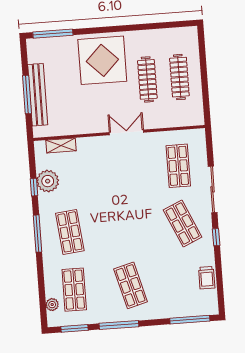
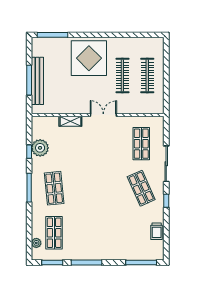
shelving: (61, 145) -> (70, 121), moved
shop shelf: (131, 285) -> (98, 233), removed

